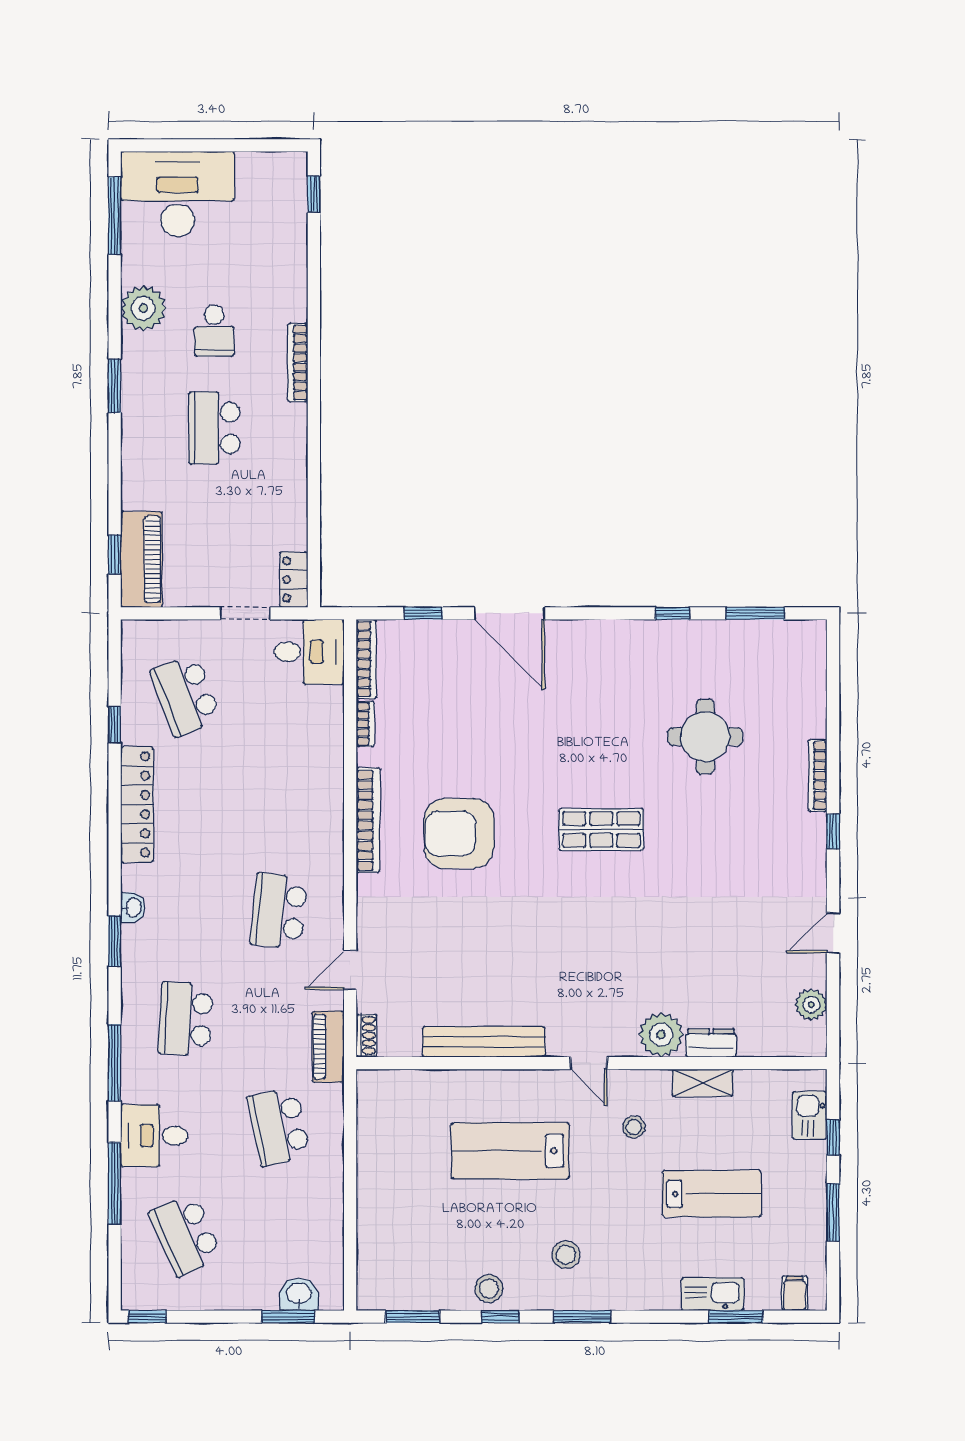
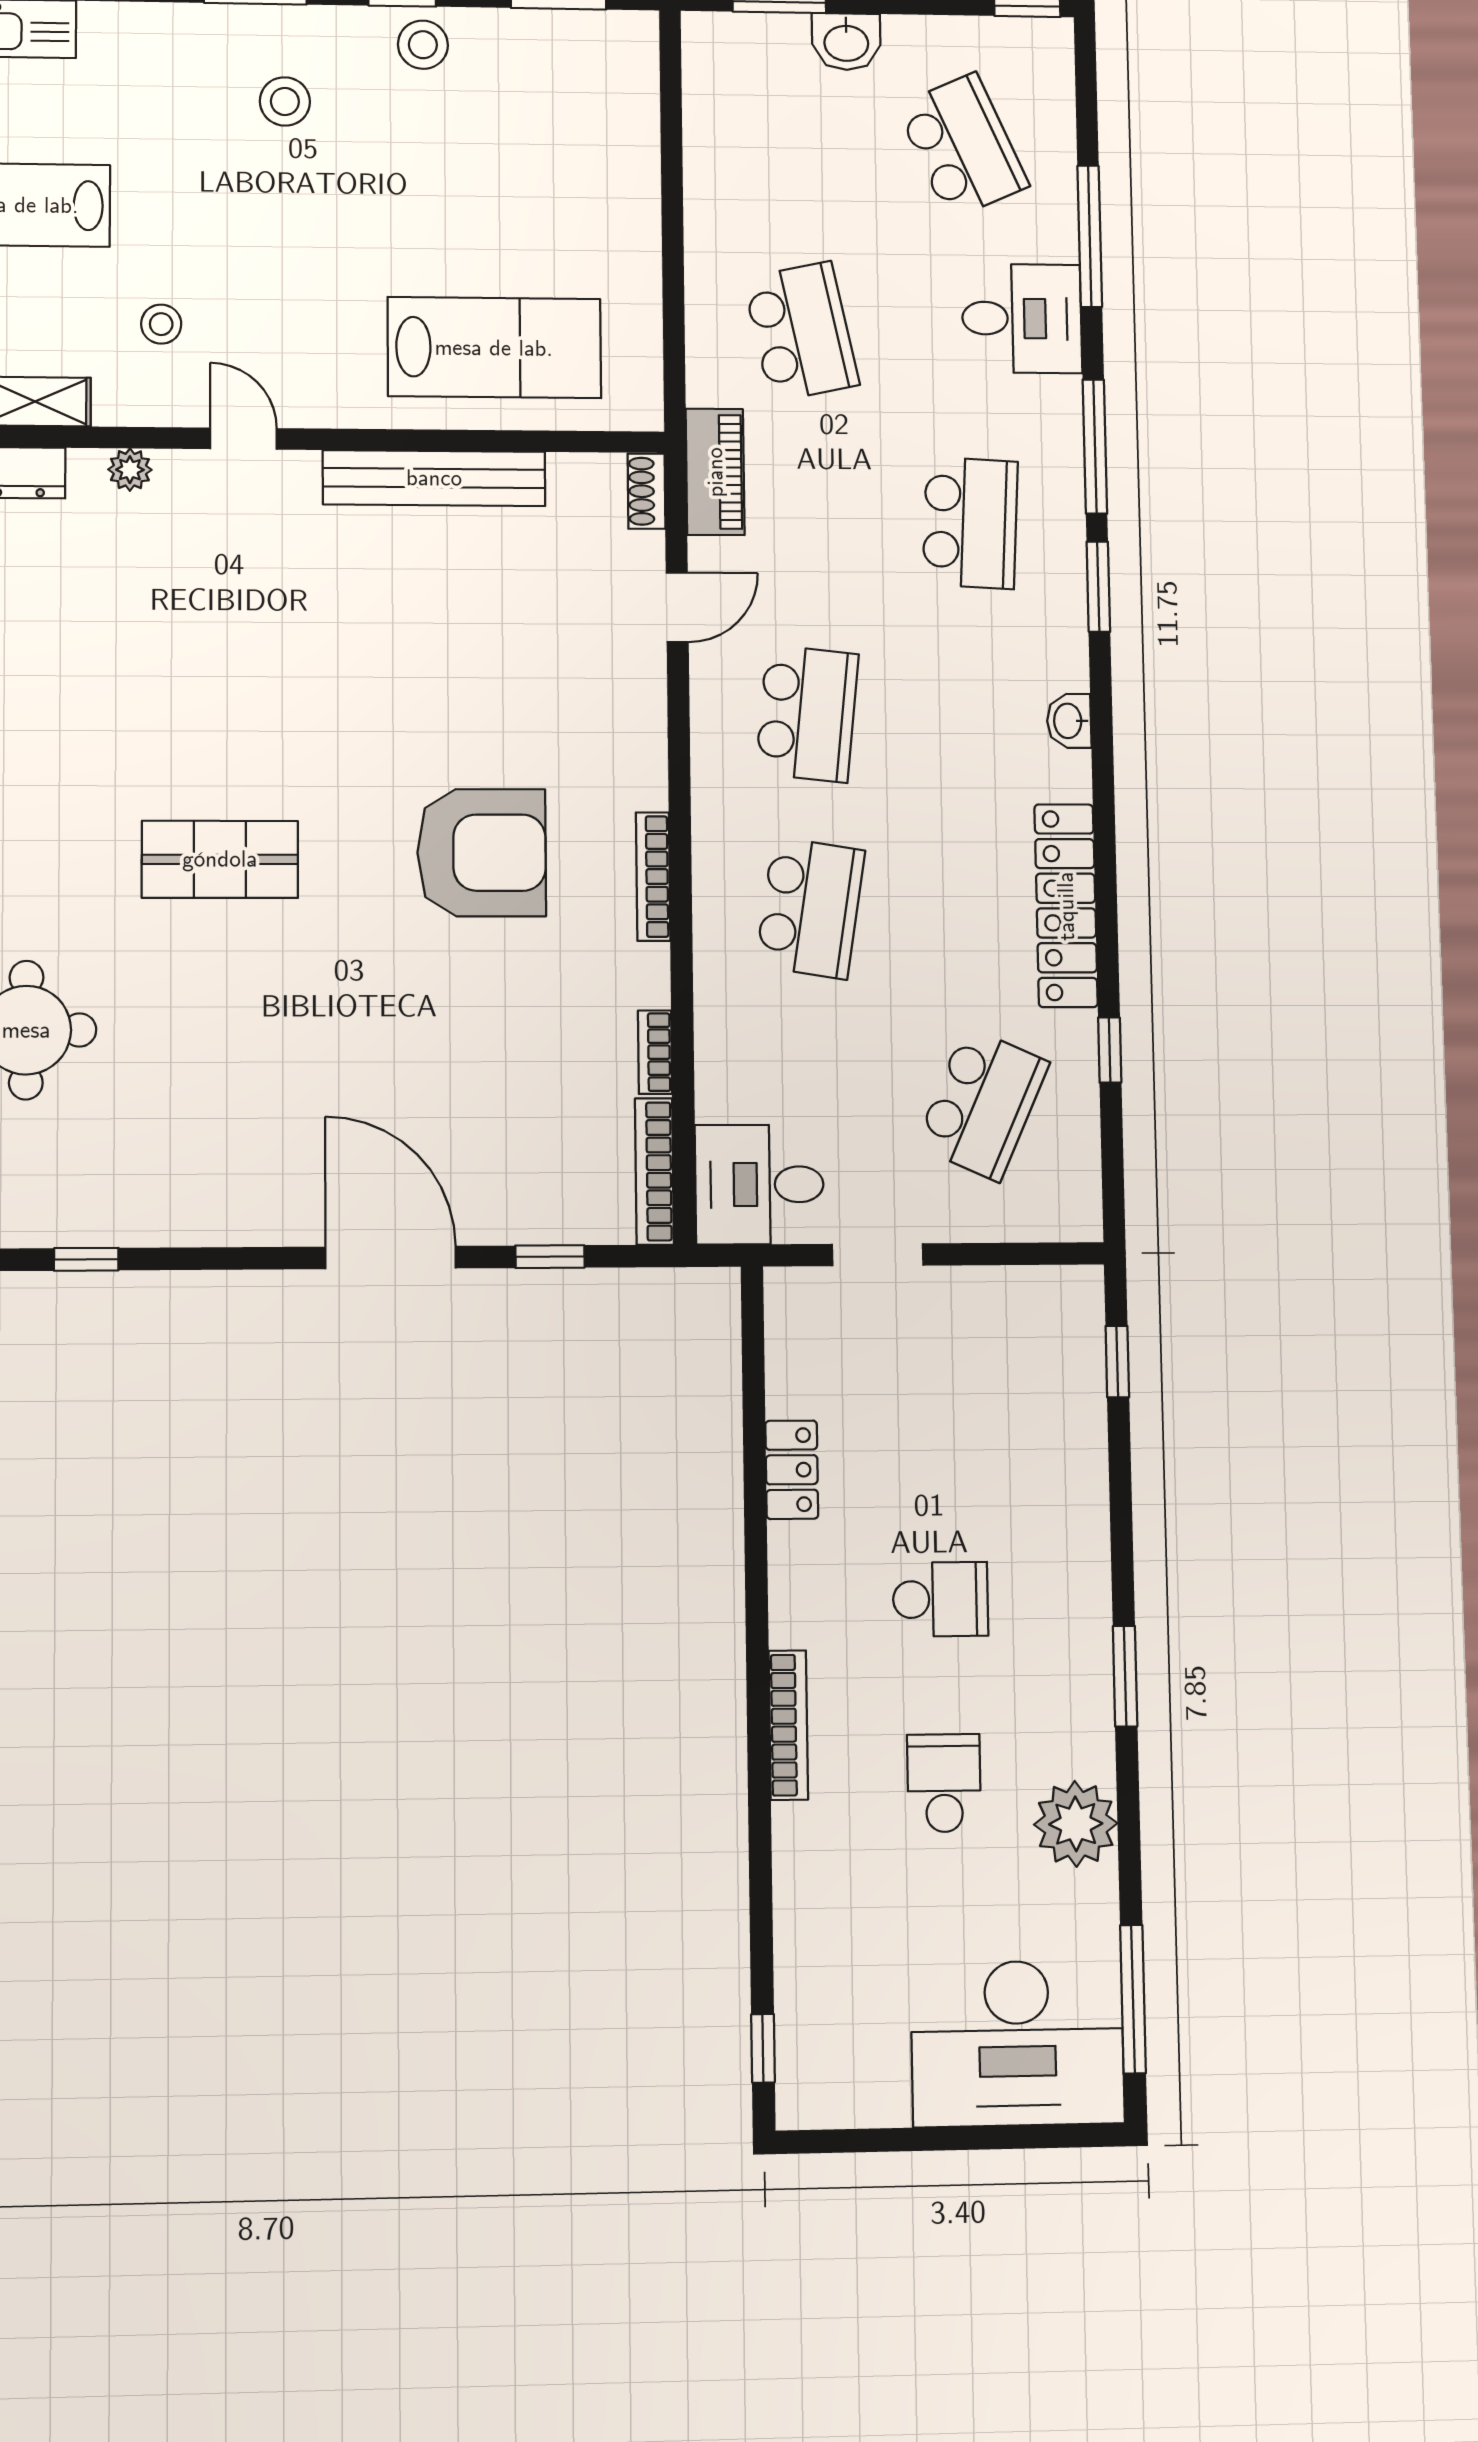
school desk: (214, 428) -> (940, 1599), width x0.54
piano: (141, 559) -> (1068, 1353), removed
locker: (294, 580) -> (792, 1470), moved
school desk: (186, 695) -> (982, 1104), turned 45
school desk: (279, 803) -> (810, 908), added
bookcase: (368, 820) -> (653, 877), width x0.68, depth x0.76
window: (115, 941) -> (1098, 587), moved
plant: (661, 1035) -> (130, 470), width x0.53, depth x0.53
lab bench: (510, 1151) -> (494, 348), moved
washbasin: (299, 1294) -> (846, 42), moved

